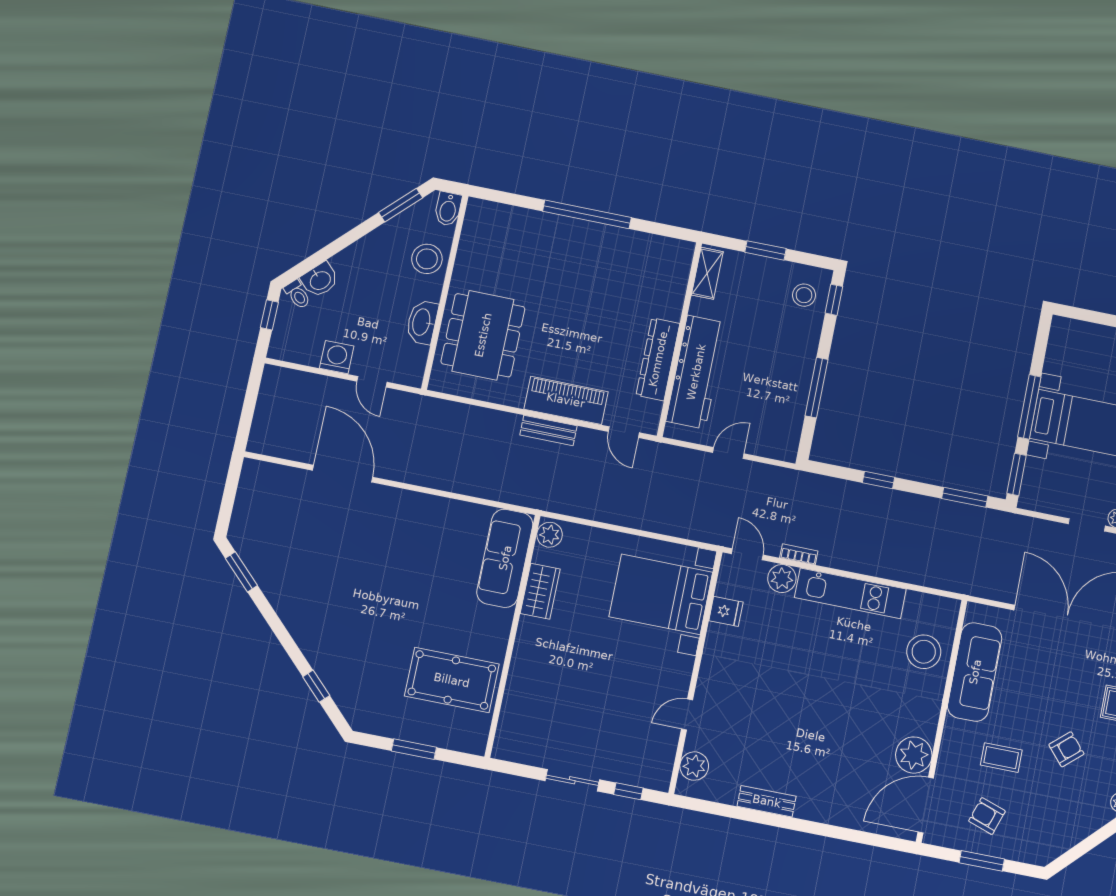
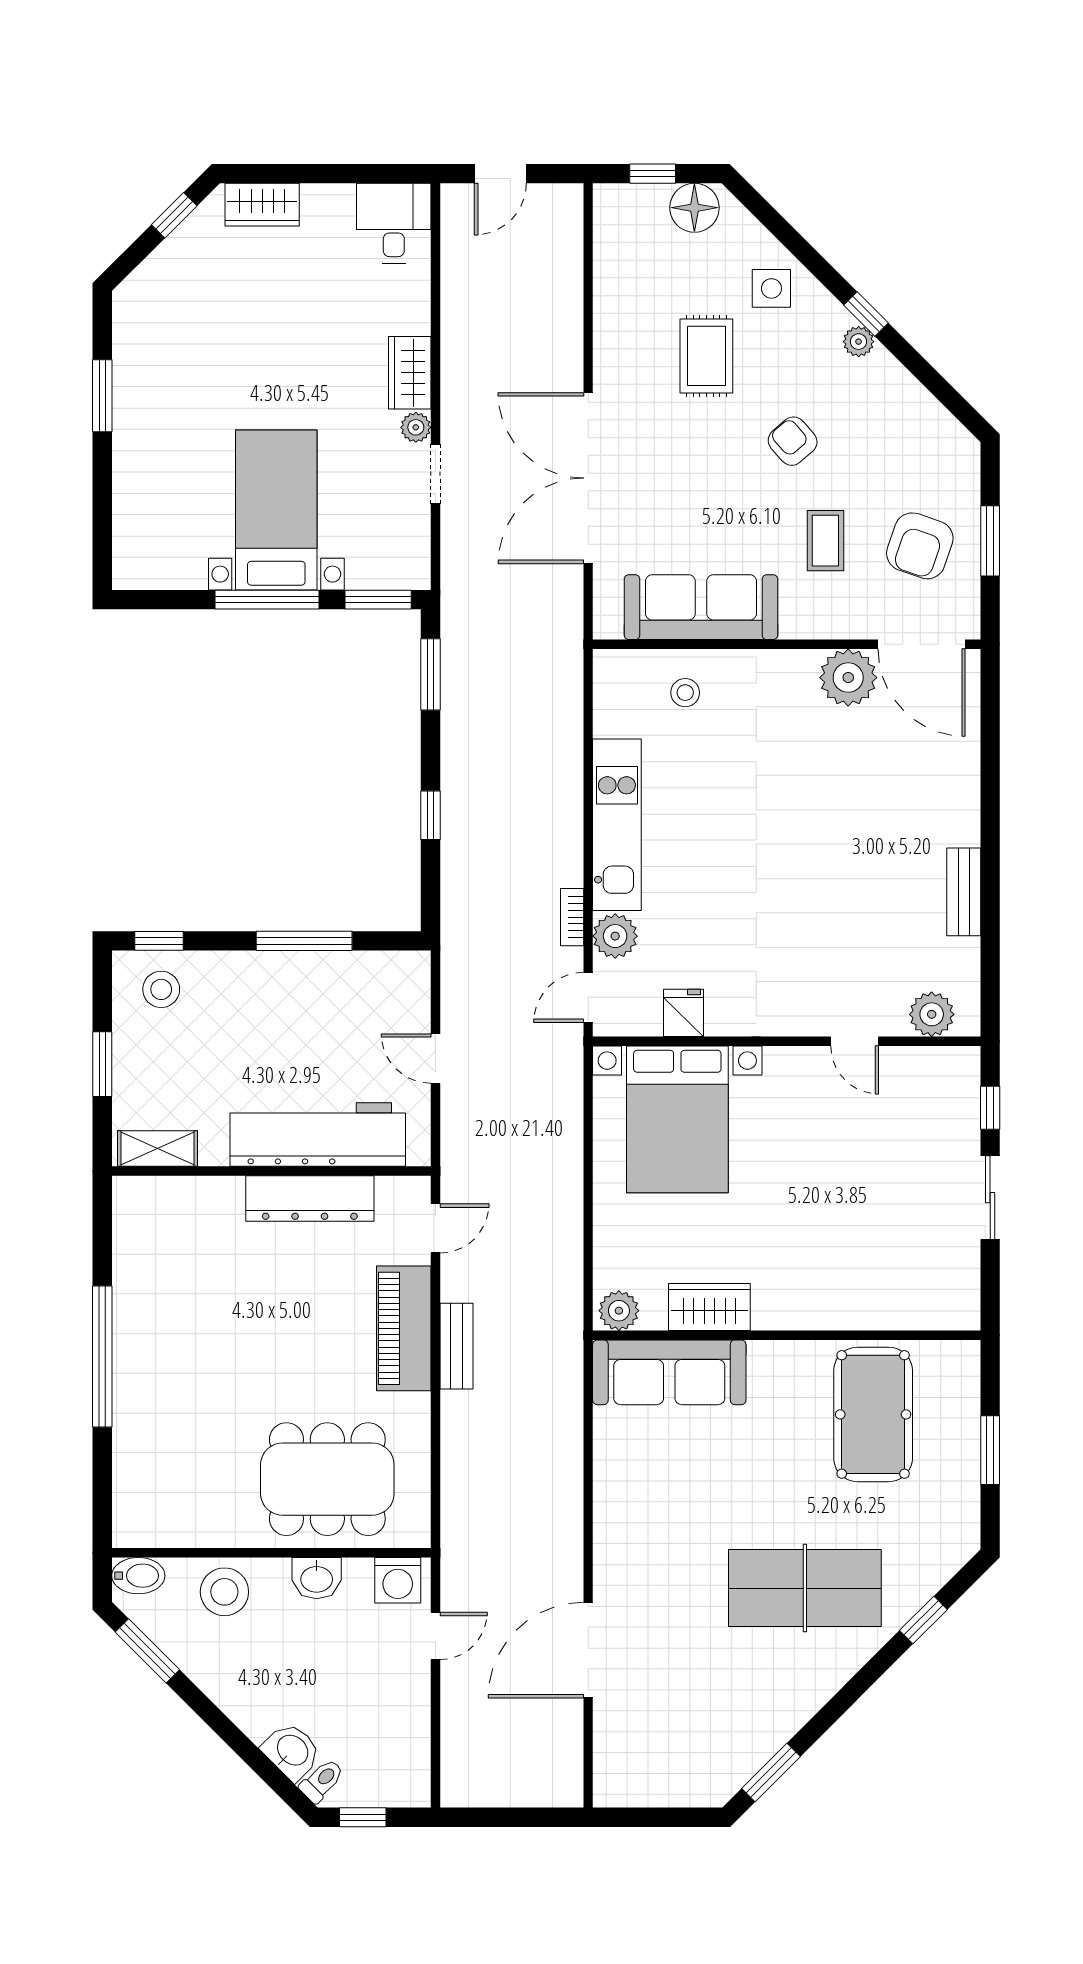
washbasin: (422, 322) -> (317, 1578), width x0.72
washing machine: (337, 357) -> (398, 1580), moved, turned -90
table tennis table: (352, 616) -> (805, 1588), added
stool: (924, 652) -> (685, 693), width x0.53, depth x0.53
armchair: (987, 816) -> (920, 546), width x1.38, depth x1.38

